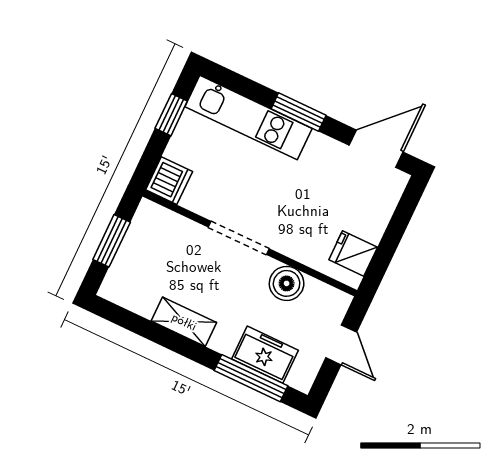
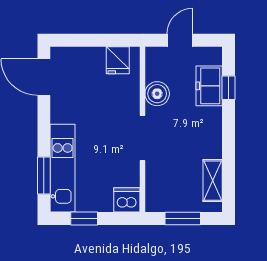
window: (299, 112) -> (44, 176), moved
shelving: (184, 322) -> (213, 181), moved
window: (251, 378) -> (228, 88), width x0.46

